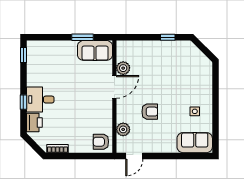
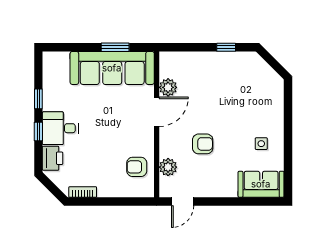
sofa: (95, 50) -> (112, 68), width x1.85, depth x1.27
window: (23, 55) -> (38, 99), moved
armchair: (101, 142) -> (137, 167), moved

